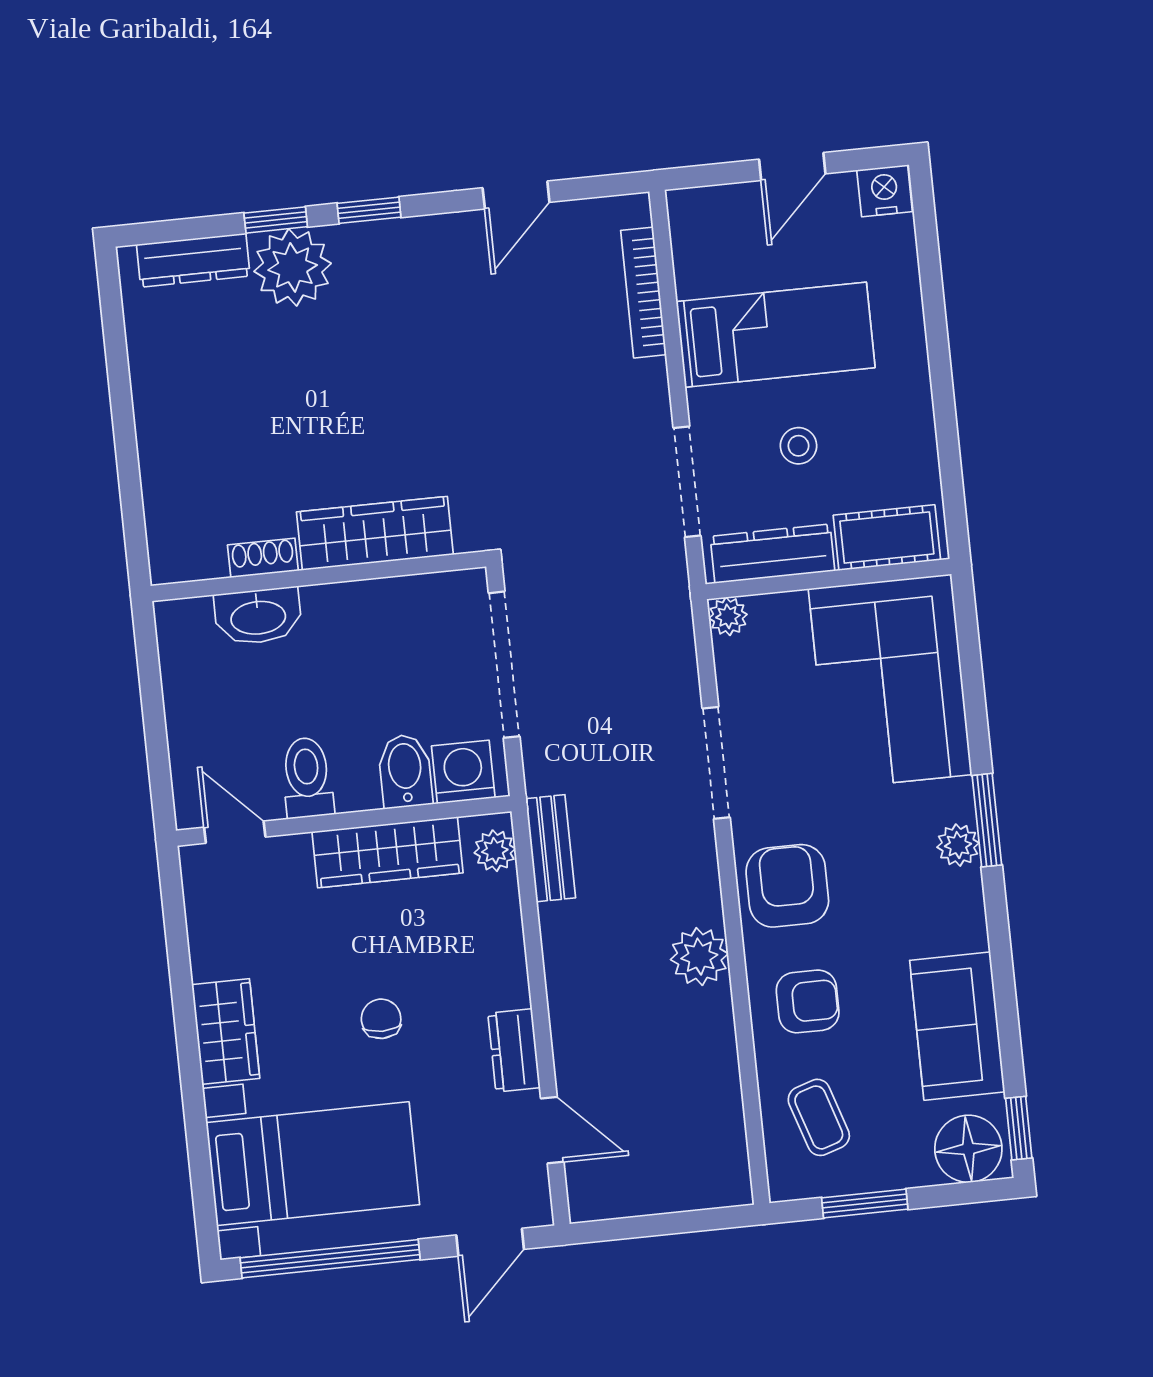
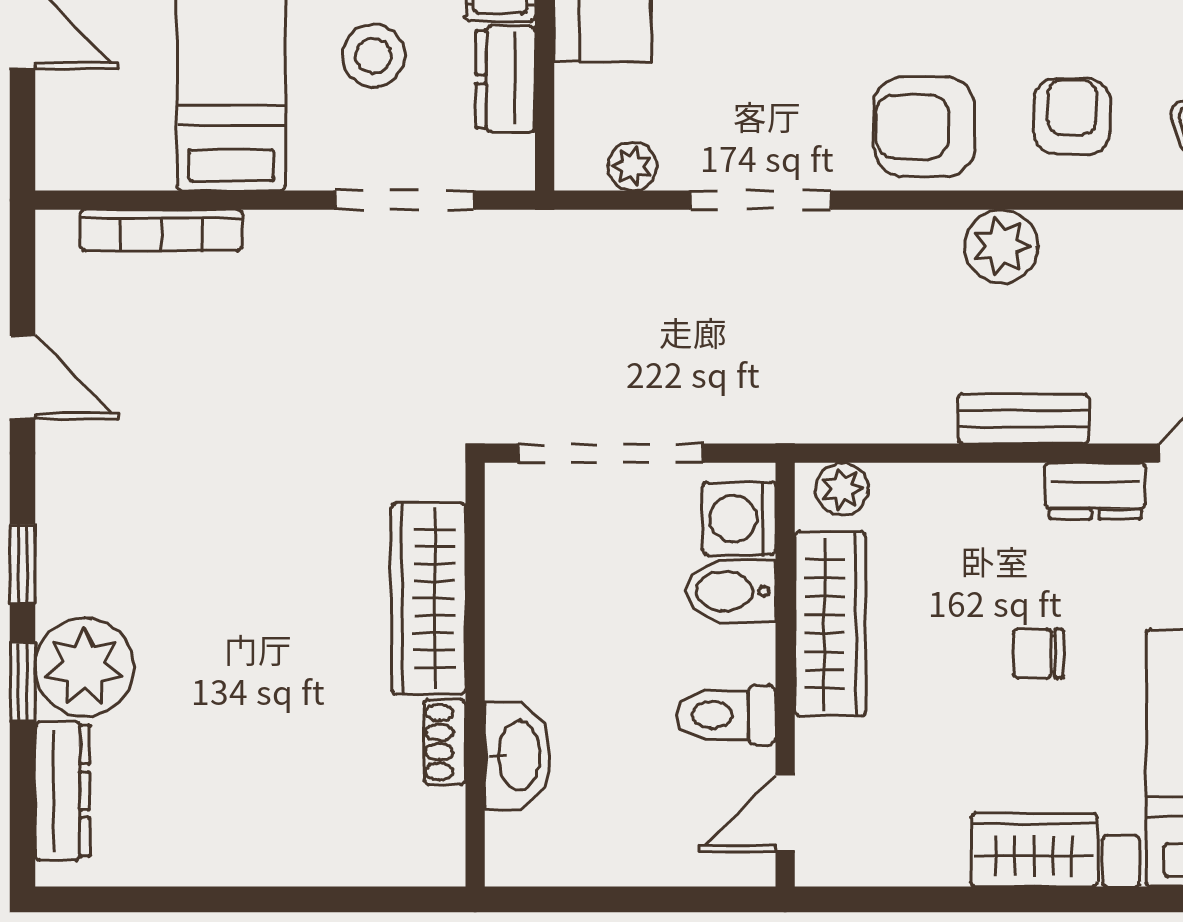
stool: (798, 446) -> (374, 56), width x1.37, depth x1.37
dresser: (772, 554) -> (505, 79), width x0.70
plant: (728, 616) -> (632, 166), moved
bench: (551, 848) -> (1023, 419), moved

